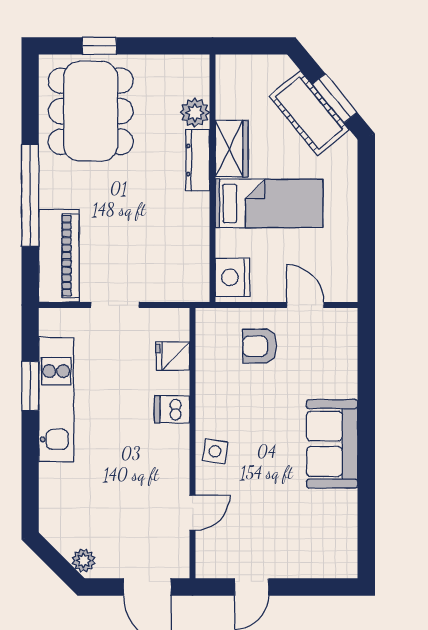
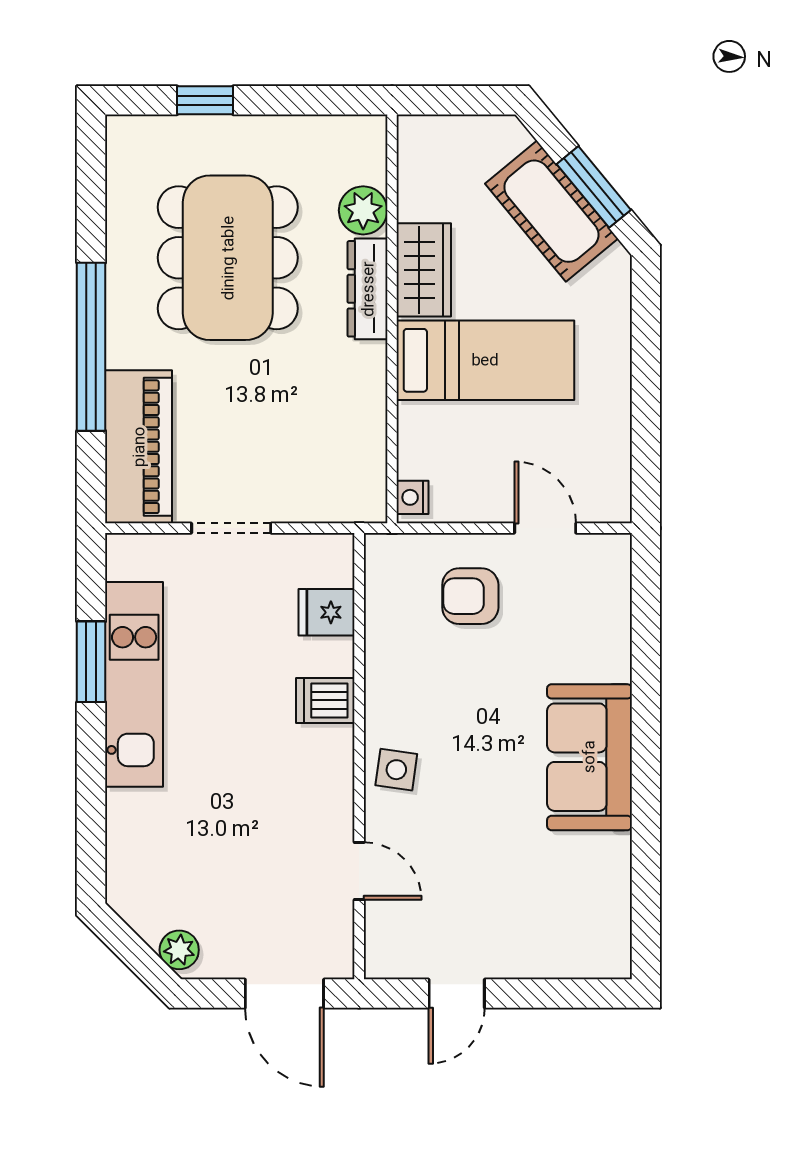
dining table: (91, 111) -> (228, 258), moved
nightstand: (233, 277) -> (413, 497), width x0.53, depth x0.56
door: (192, 513) -> (359, 871), hinge flipped

